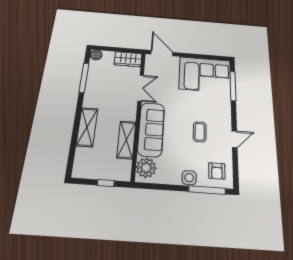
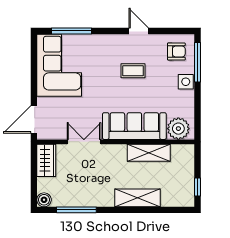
window: (106, 183) -> (198, 187), moved

